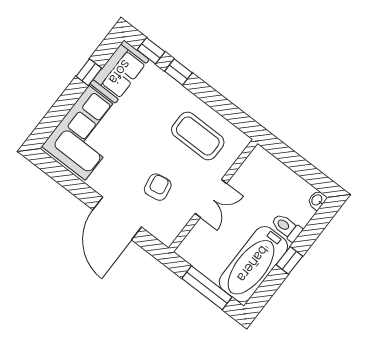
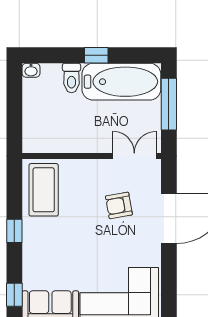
window: (178, 72) -> (14, 231), moved
coffee table: (198, 136) -> (44, 190), moved
double door: (211, 198) -> (134, 156), moved

